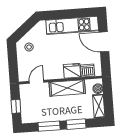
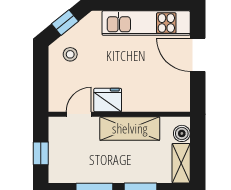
window: (25, 29) -> (65, 23), added
fridge: (72, 71) -> (108, 100), moved
dishwasher: (88, 71) -> (166, 101), removed

